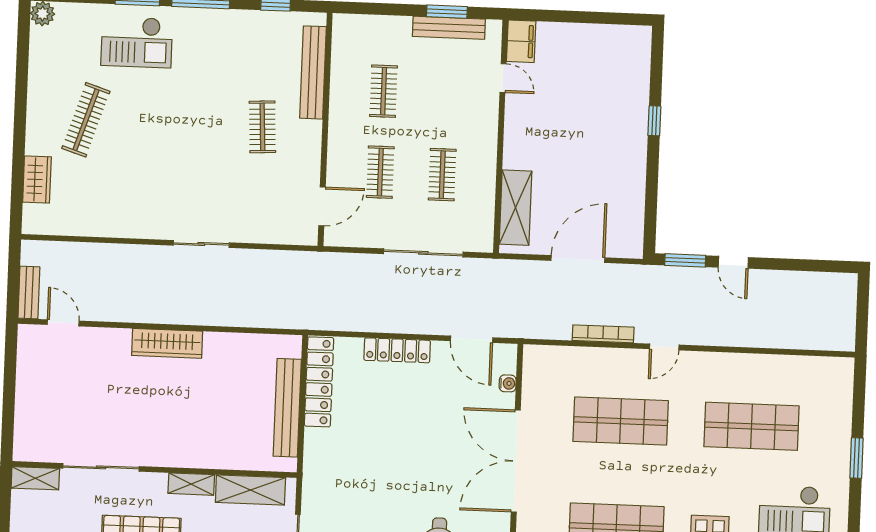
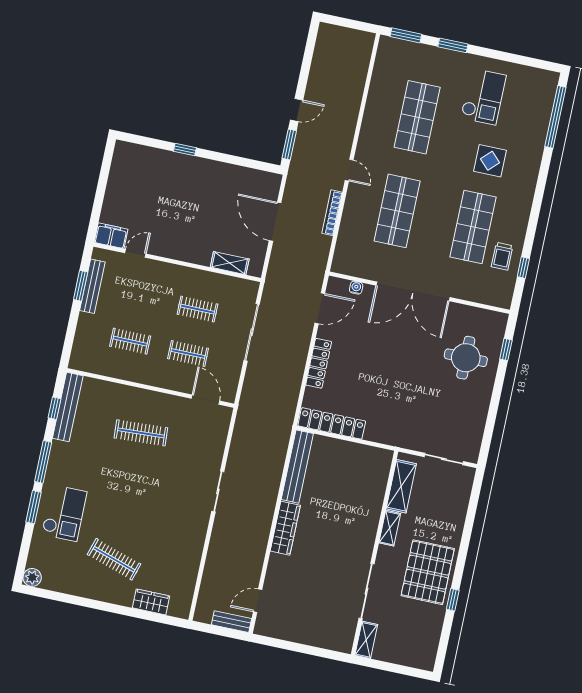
bench: (313, 72) -> (68, 407), moved, turned 90
clothes rail: (262, 127) -> (141, 433), width x1.36
shelving: (515, 208) -> (230, 263), width x0.67, depth x0.75
window: (859, 392) -> (406, 35), added
bench: (287, 408) -> (297, 467), moved, turned 90

